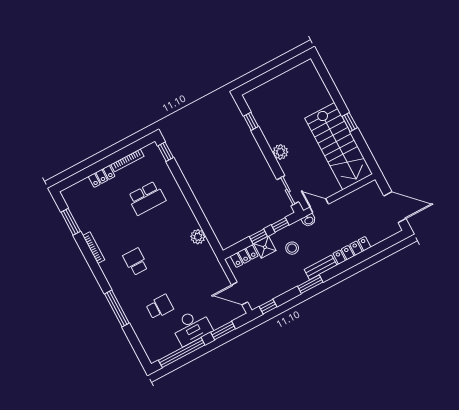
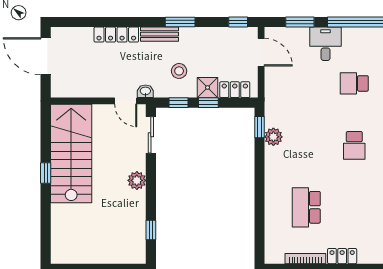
window: (166, 152) -> (260, 127), moved
school desk: (147, 198) -> (306, 207), turned -90
desk: (192, 327) -> (326, 44), width x0.73

